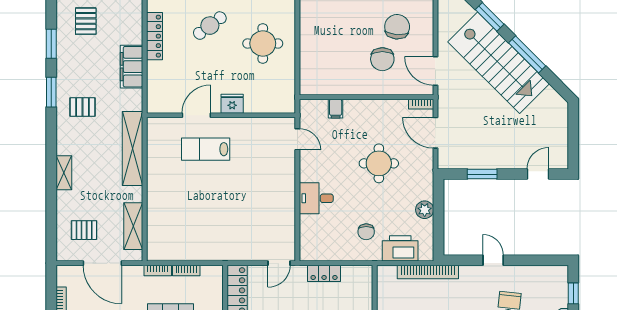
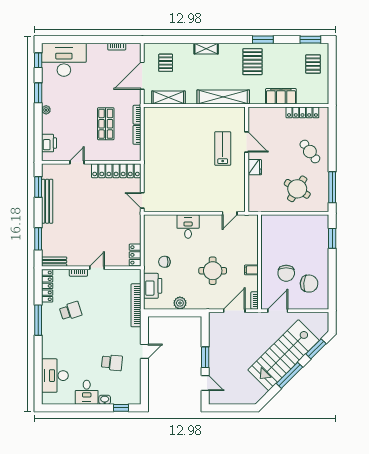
pallet: (86, 21) -> (313, 64), turned 90
round table: (263, 43) -> (297, 189), turned 32
window: (51, 44) -> (310, 40), moved
chair: (382, 59) -> (286, 273), turned -90
pallet: (83, 107) -> (252, 62), width x1.50, depth x1.42
filing cabinet: (336, 109) -> (251, 270), moved
window: (482, 174) -> (205, 357), moved
locker: (324, 273) -> (135, 255), moved

